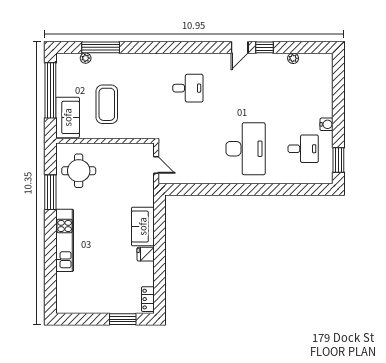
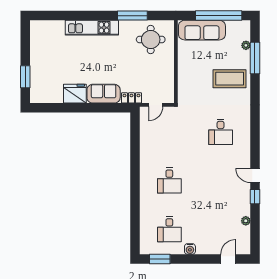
door: (338, 79) -> (228, 259), added
coffee table: (107, 104) -> (230, 79), moved
sofa: (68, 117) -> (202, 30), width x1.36
desk: (246, 149) -> (169, 181), width x0.53, depth x0.77
fridge: (146, 254) -> (75, 94), width x1.88, depth x1.34
locker: (148, 299) -> (131, 98), moved

